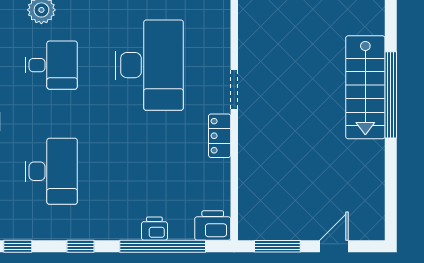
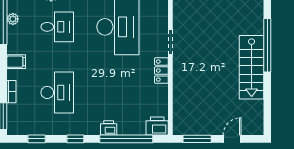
stairs: (365, 87) -> (252, 67), moved
printer: (154, 229) -> (109, 128), moved

